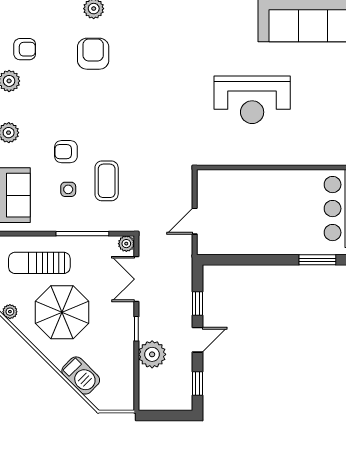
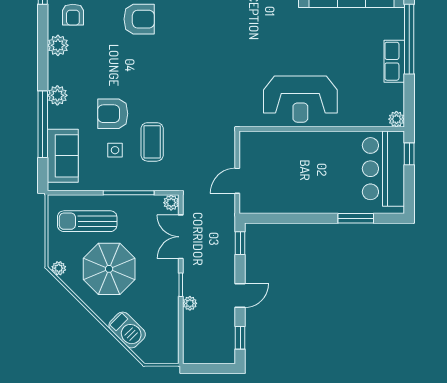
armchair: (25, 49) -> (73, 15), turned 90
armchair: (93, 54) -> (139, 19), turned 90
reception desk: (252, 100) -> (300, 99), moved
armchair: (66, 152) -> (113, 114), width x1.38, depth x1.38
window: (198, 304) -> (240, 243), moved
plant: (152, 354) -> (190, 303), width x0.53, depth x0.53

